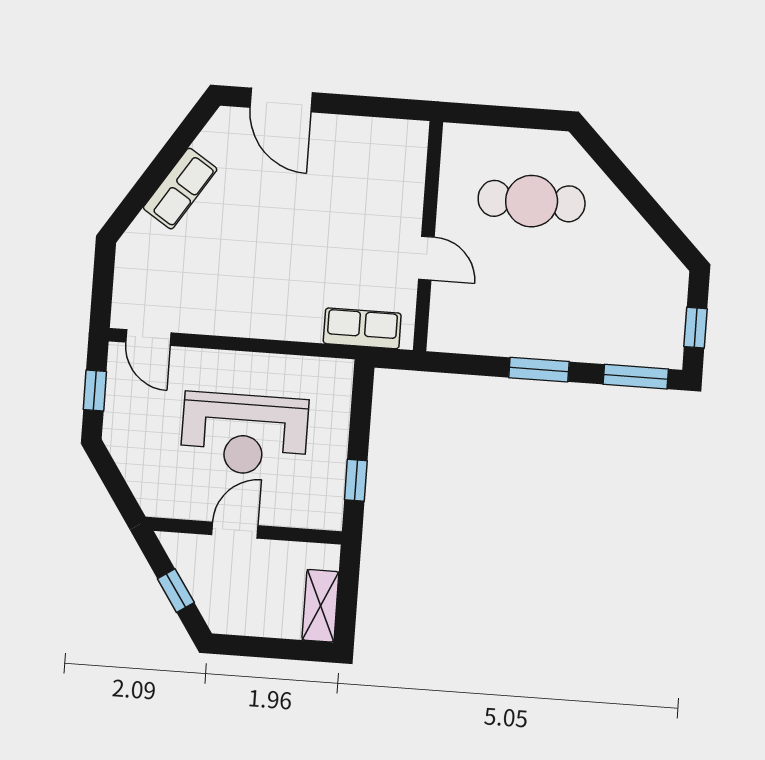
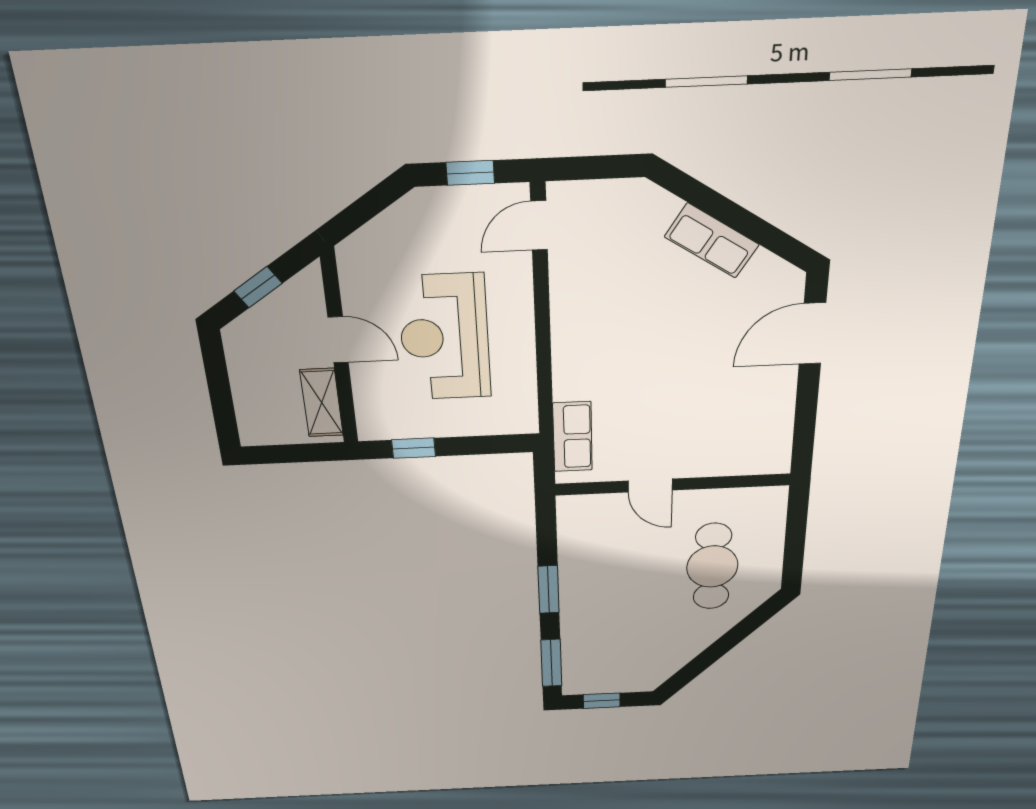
door: (426, 258) -> (650, 486), hinge flipped
shelving: (320, 606) -> (322, 403), moved, turned 90

